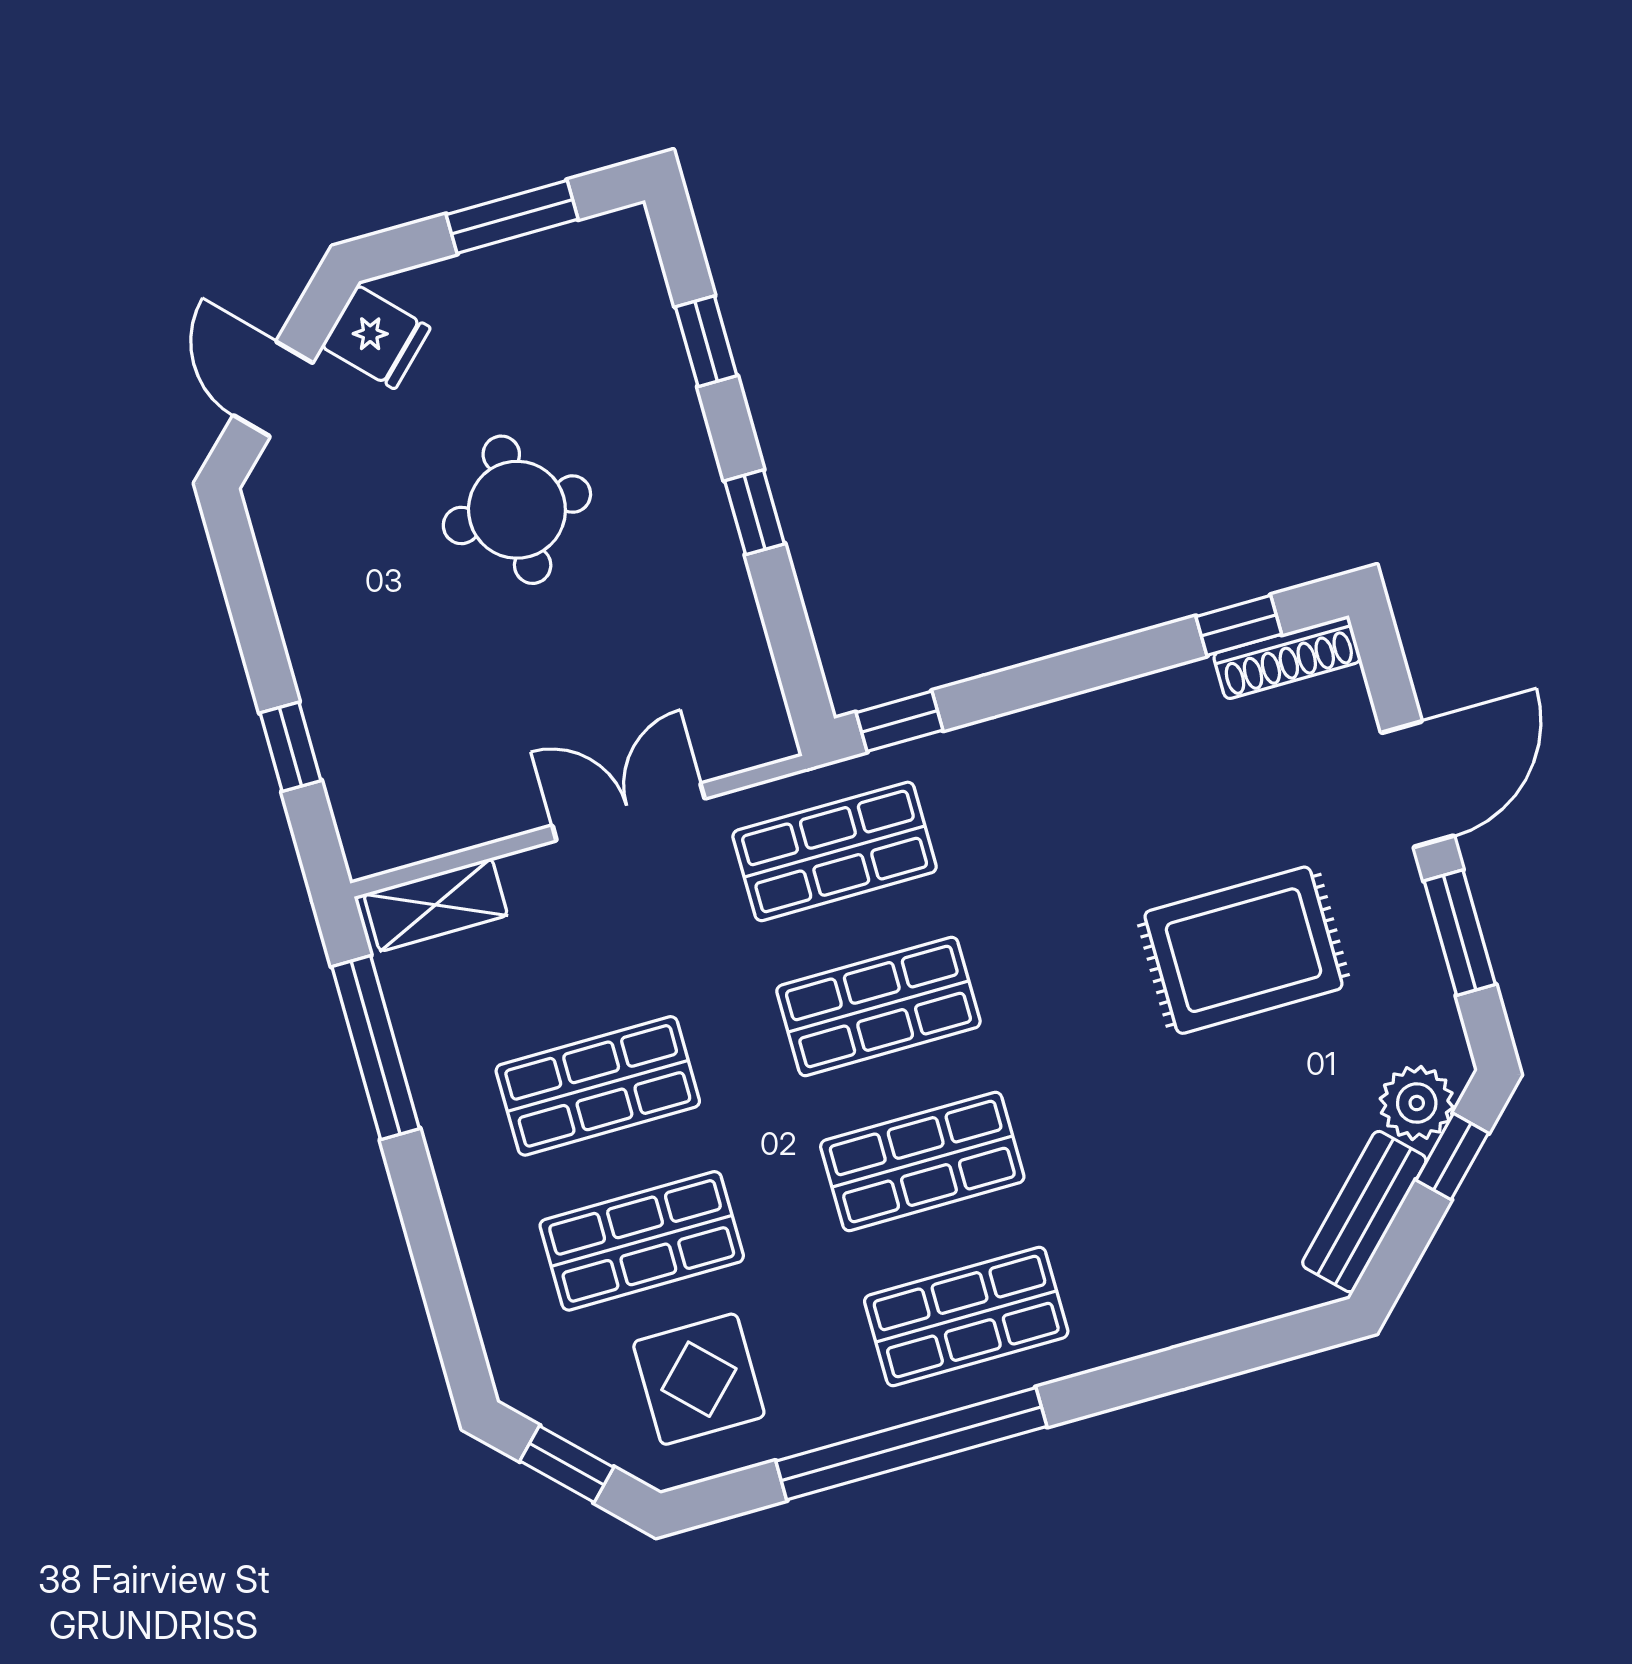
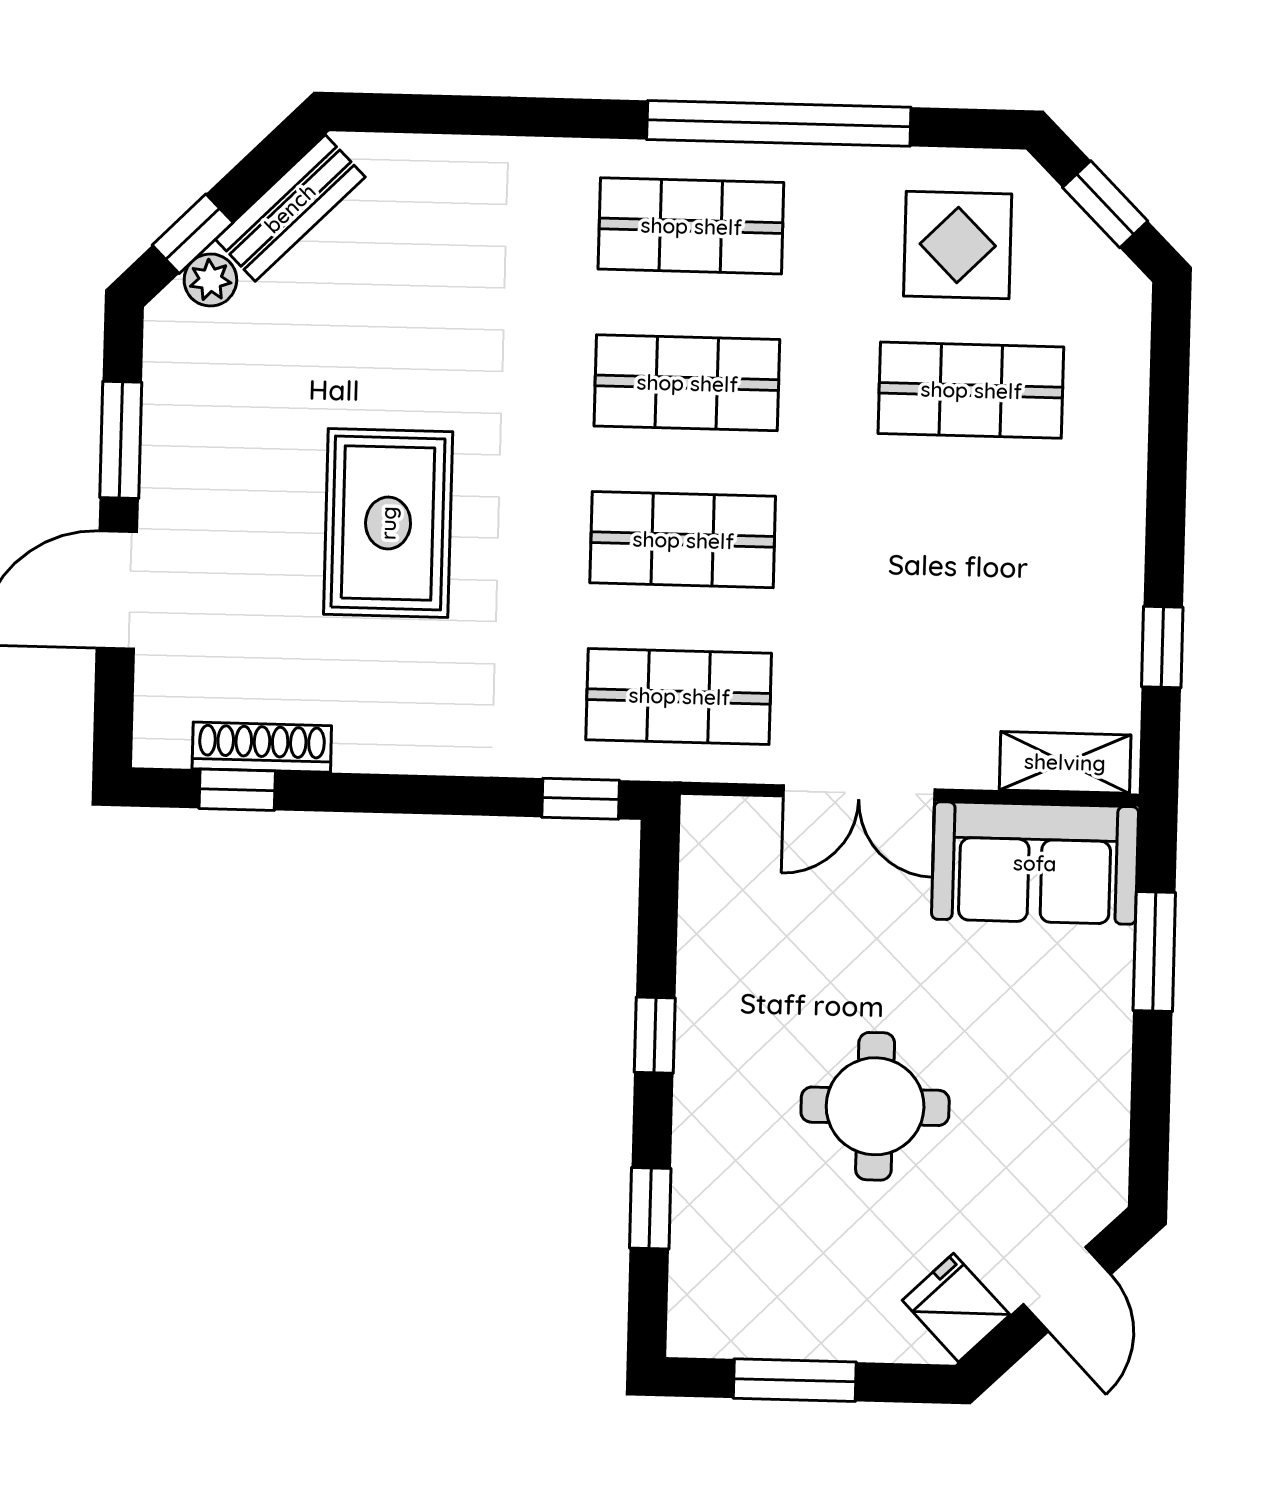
shoe rack: (1287, 658) -> (262, 747), moved
window: (291, 747) -> (1154, 951), width x1.50
sofa: (434, 797) -> (1035, 863), added
rug: (1244, 950) -> (388, 523), moved, turned 90
window: (376, 1048) -> (1162, 647), width x0.46
shop shelf: (598, 1086) -> (967, 547), removed
plant: (1417, 1103) -> (210, 280), width x0.73, depth x0.73

